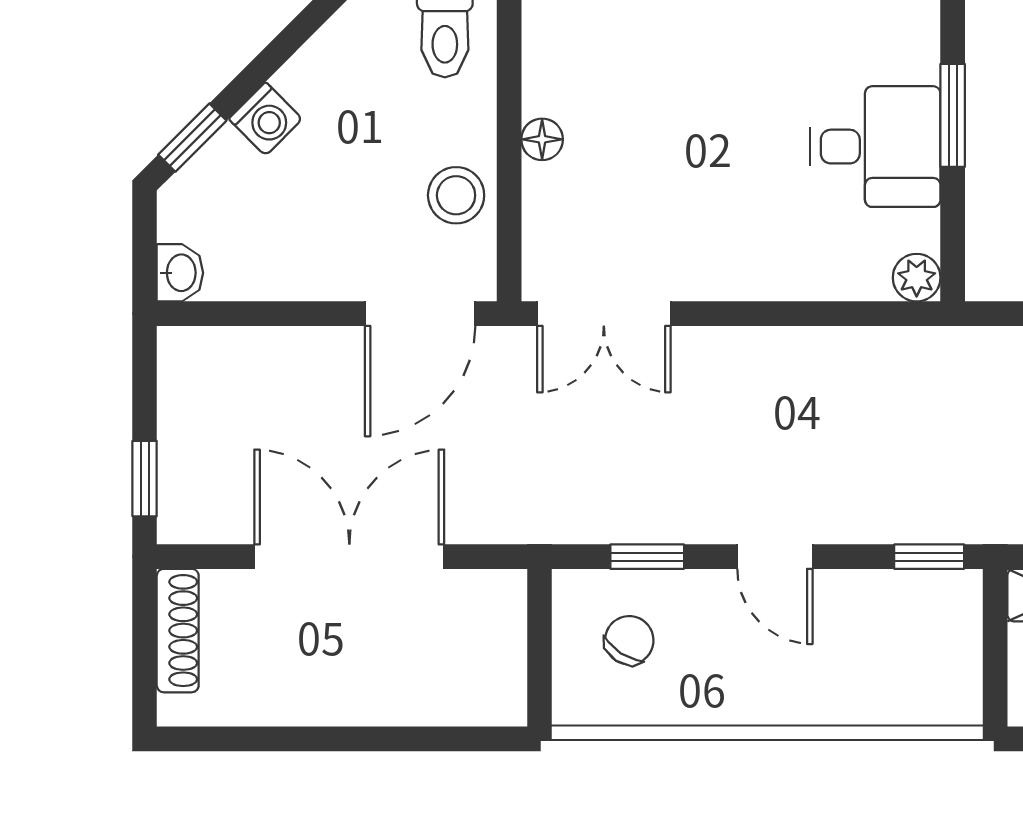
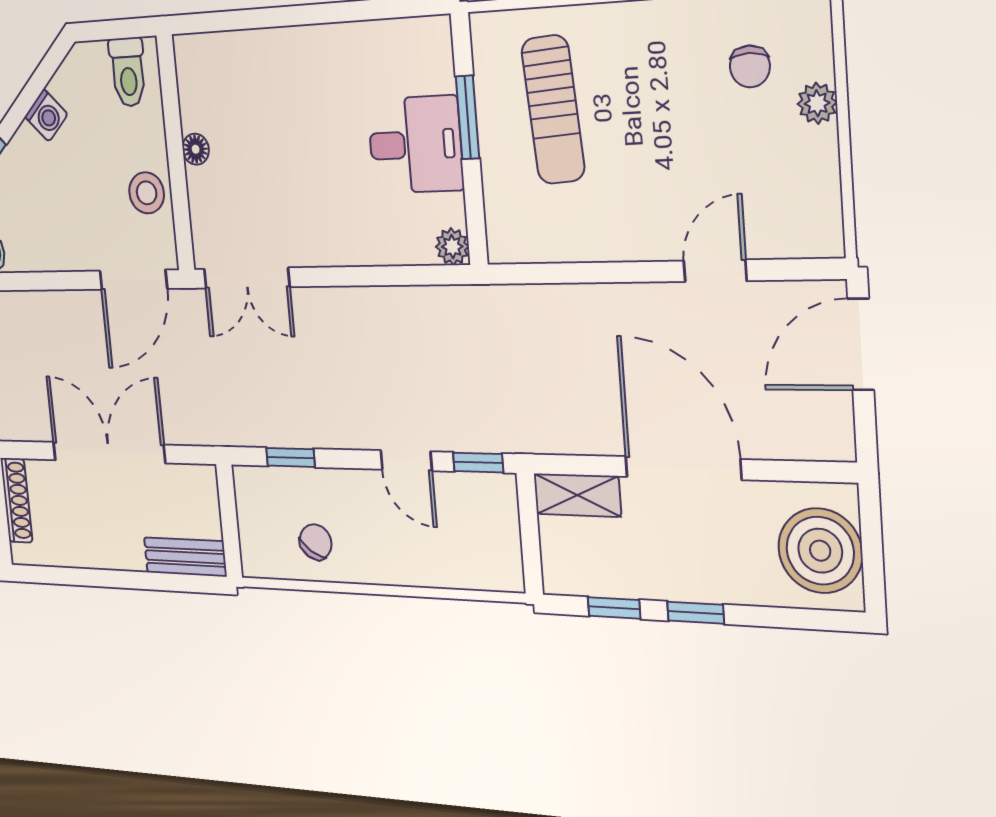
washing machine: (266, 119) -> (46, 115), moved
door: (775, 557) -> (406, 461), moved
chair: (629, 640) -> (316, 542), moved
bench: (461, 702) -> (185, 557), added

